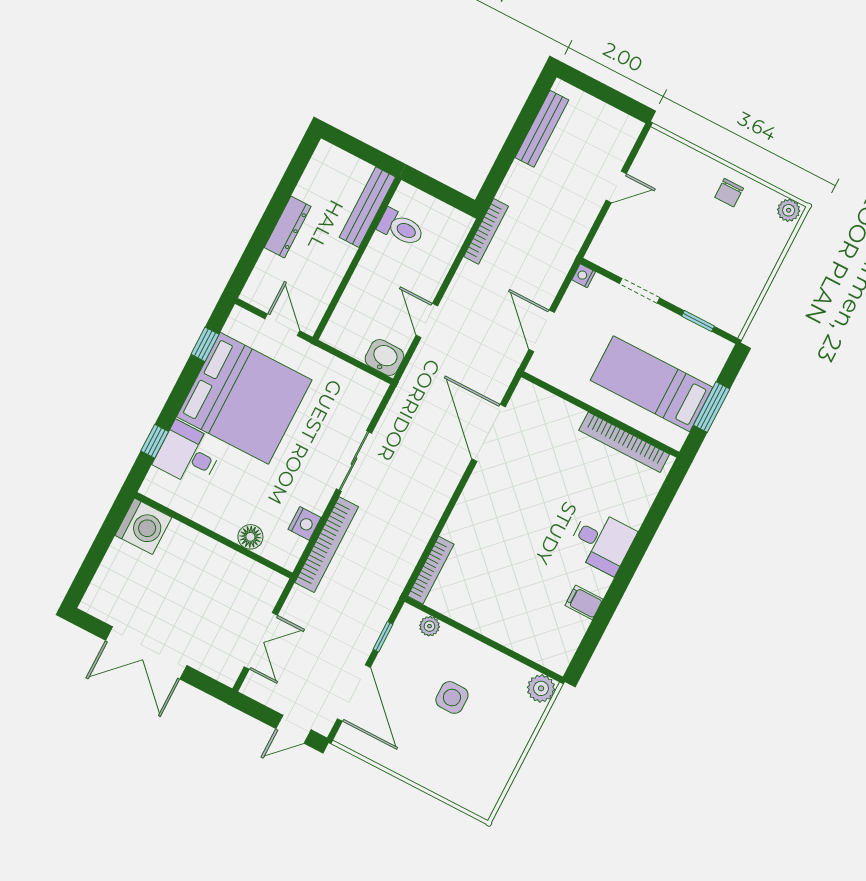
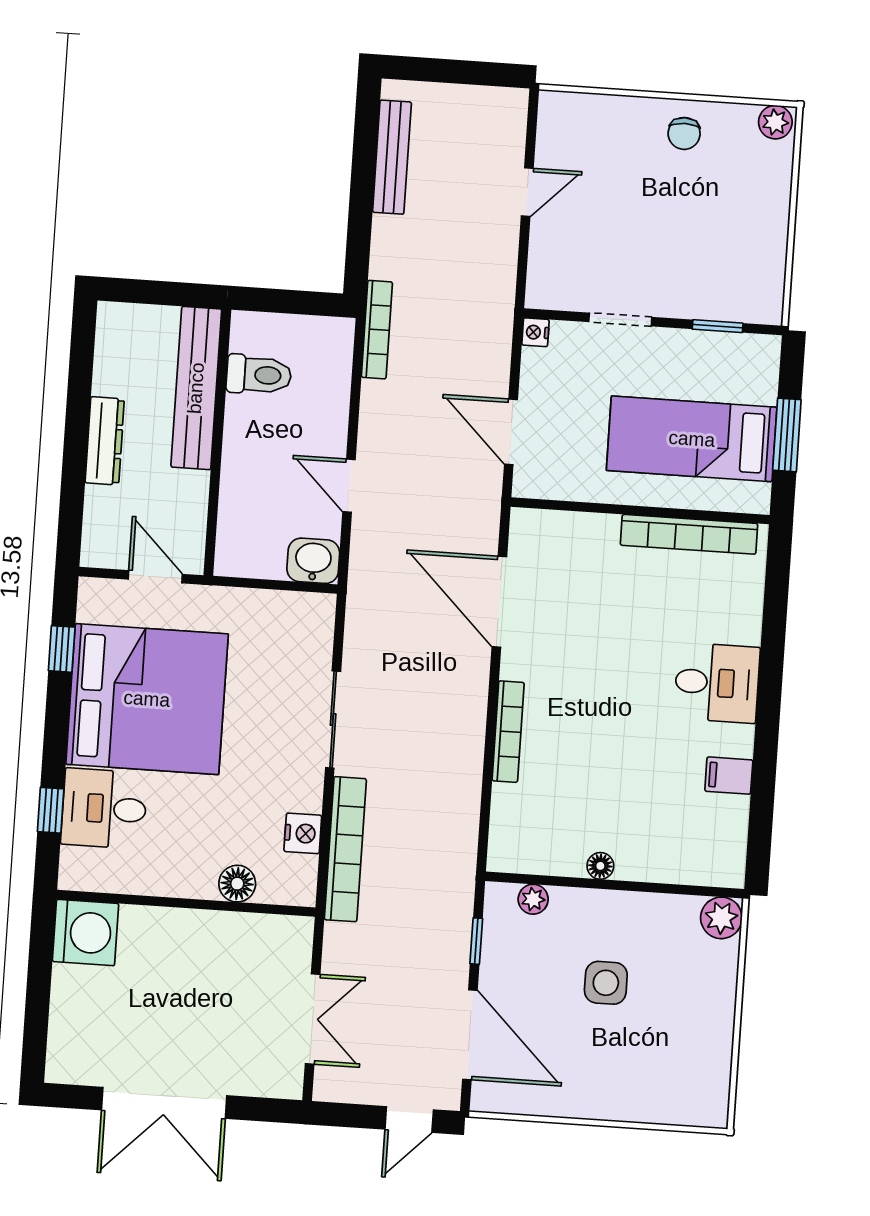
bench: (367, 207) -> (196, 388), width x1.37, depth x1.21
bookcase: (431, 570) -> (508, 732), moved
floor lamp: (480, 624) -> (600, 866), added

